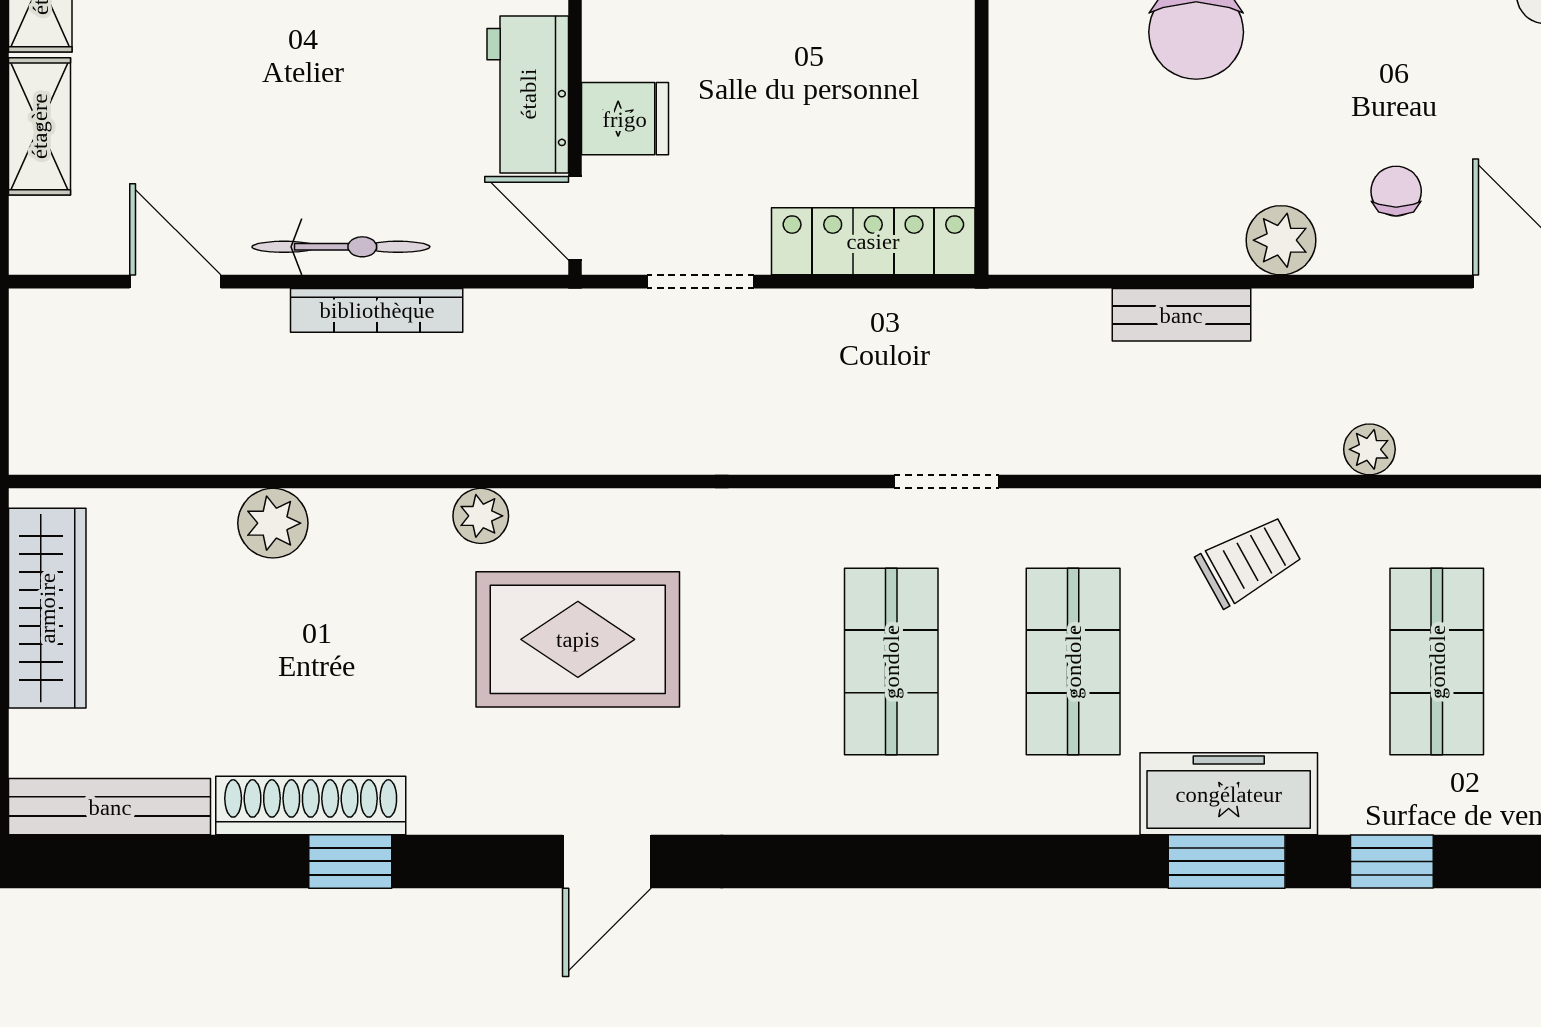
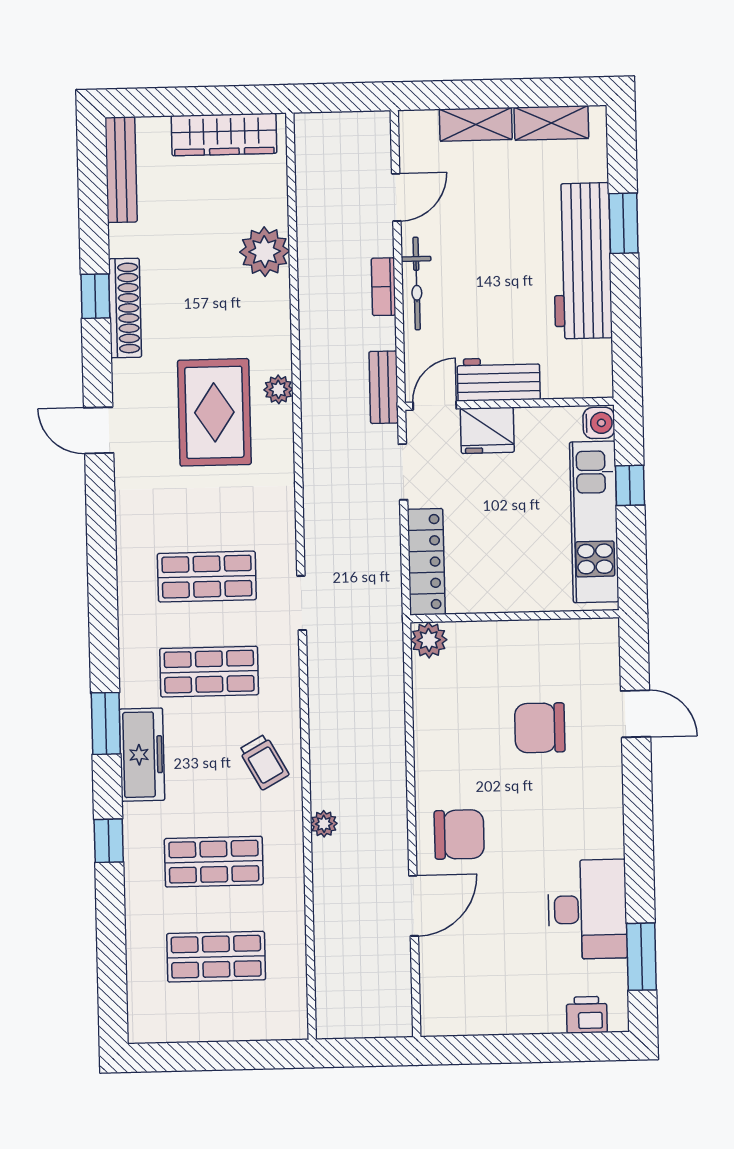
fridge: (625, 119) -> (487, 430), width x1.38
chair: (1396, 191) -> (459, 834), width x1.87, depth x1.87
plant: (1281, 240) -> (429, 640), moved
bookcase: (377, 310) -> (383, 287), width x0.64
bench: (1181, 315) -> (384, 387), moved
plant: (481, 516) -> (278, 389), moved
plant: (273, 523) -> (265, 252), width x1.36, depth x1.36
shoe rack: (311, 806) -> (125, 308), moved
window: (1227, 861) -> (106, 723), moved

